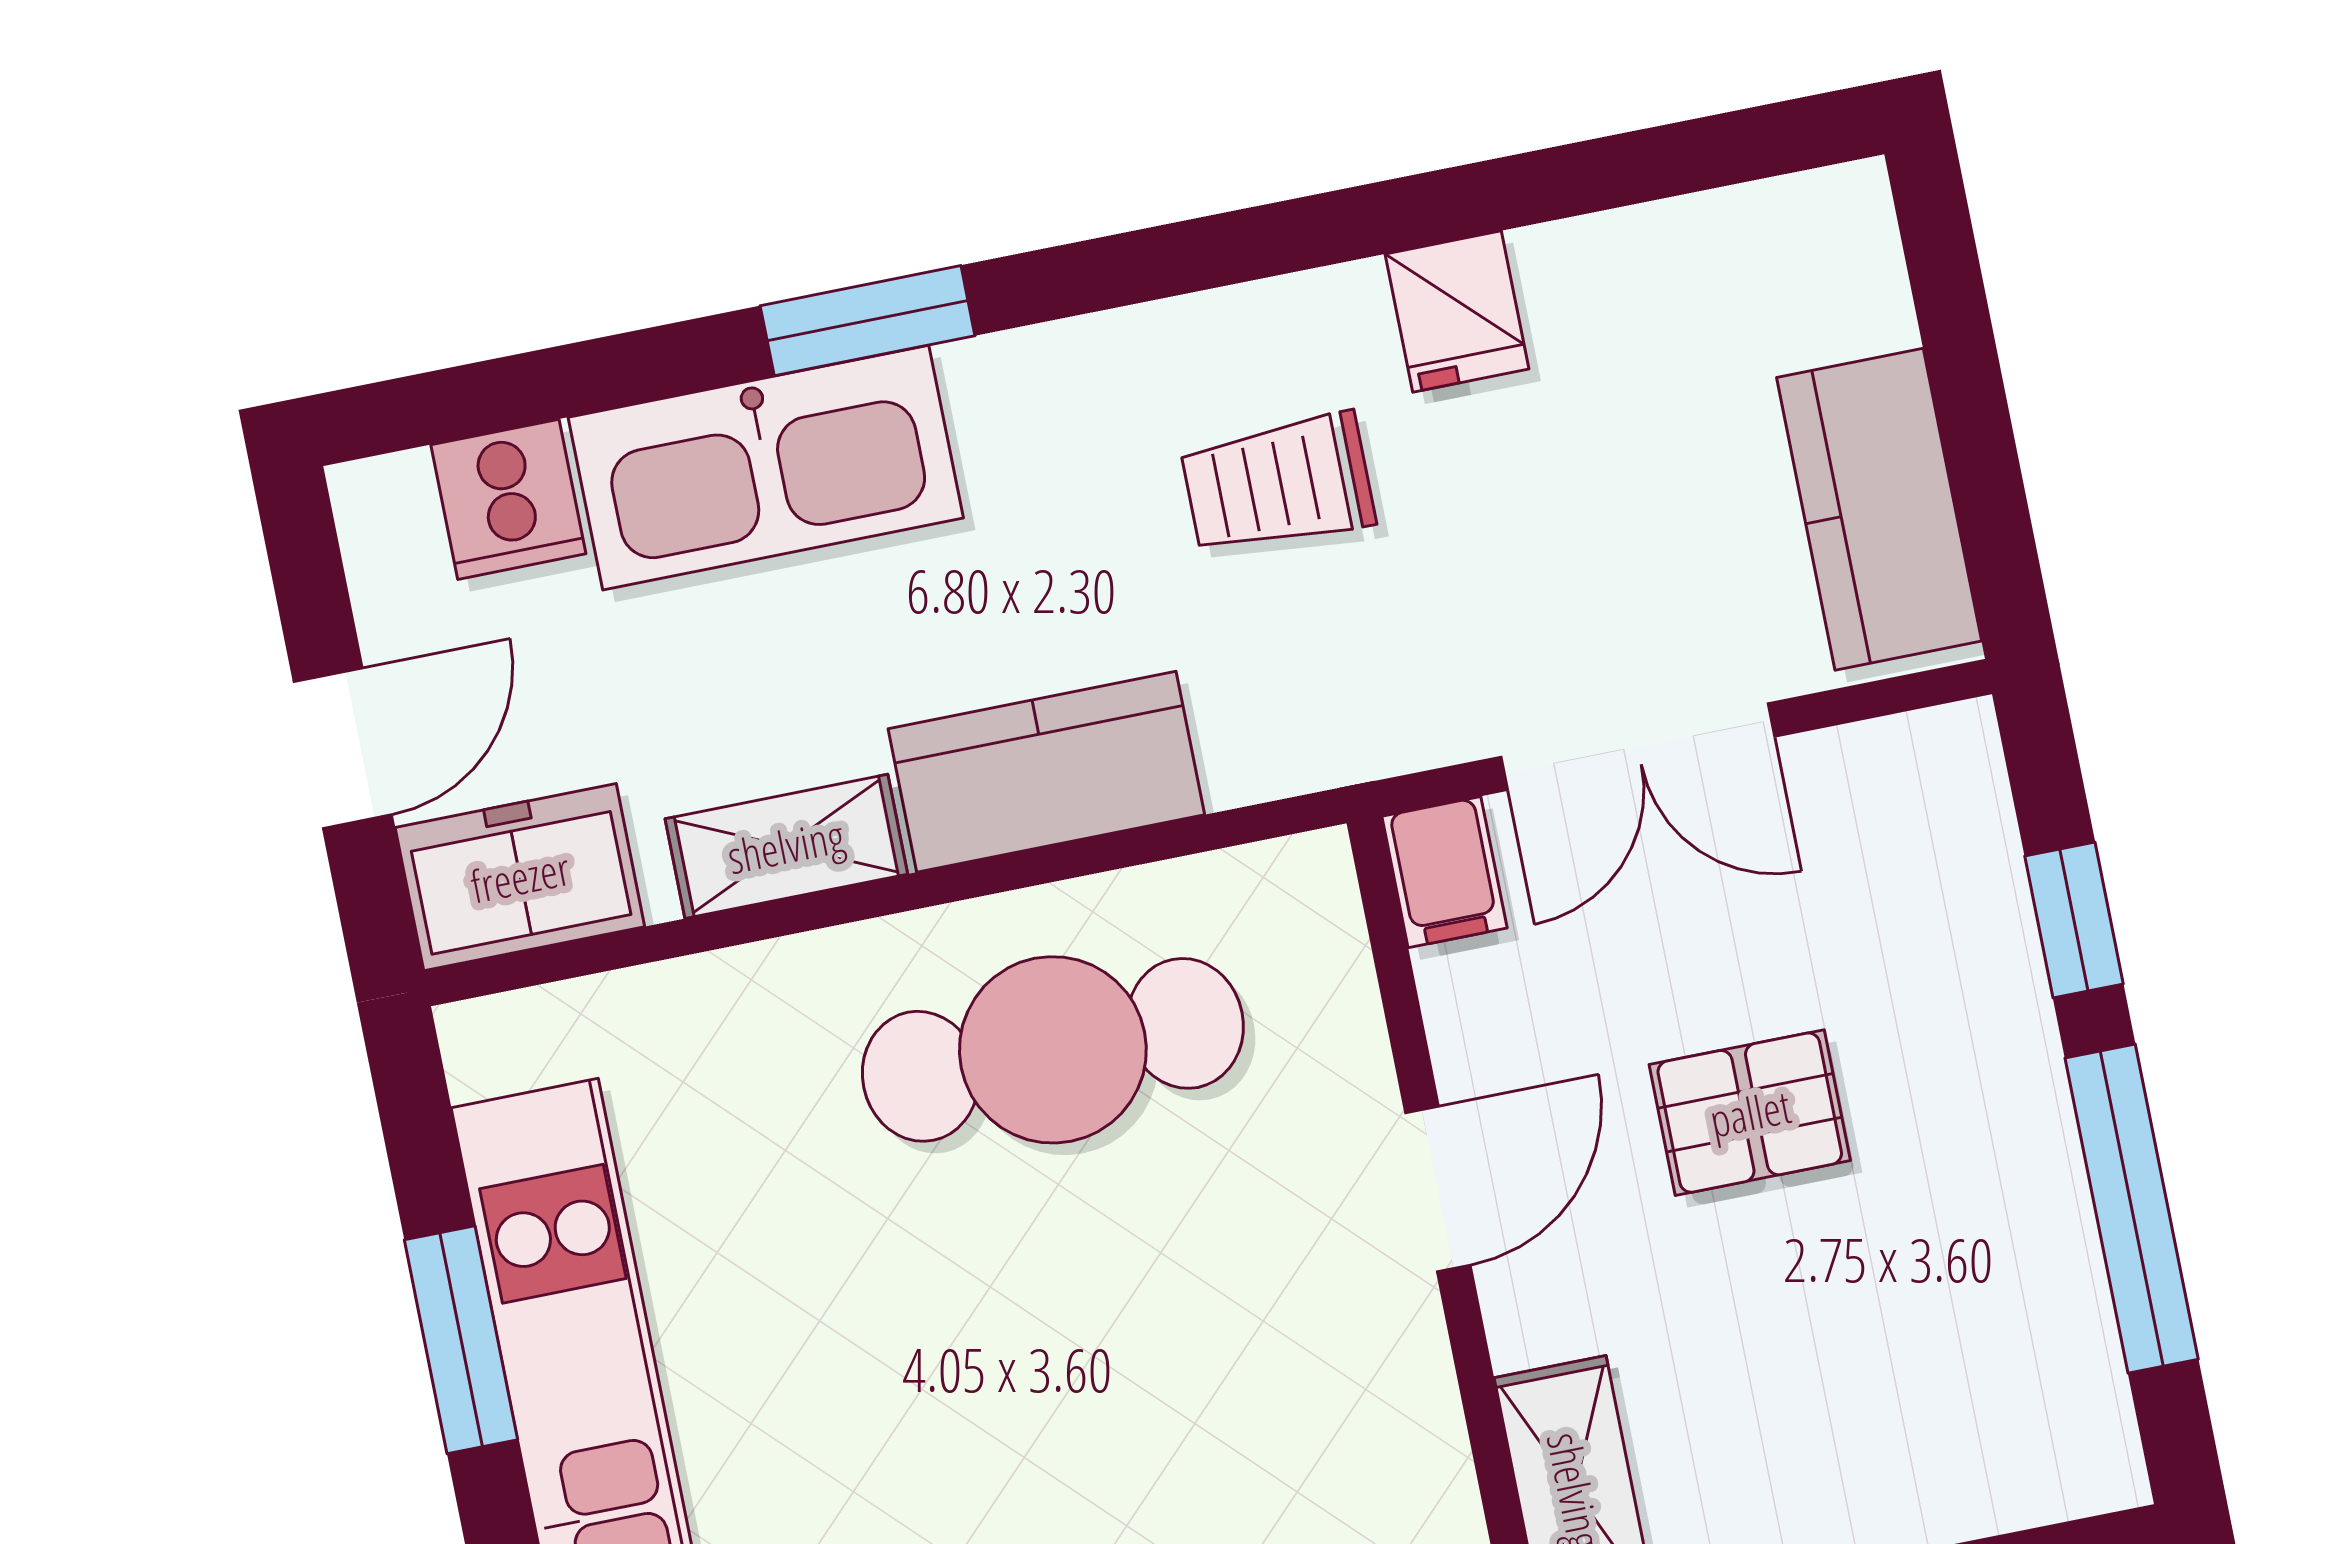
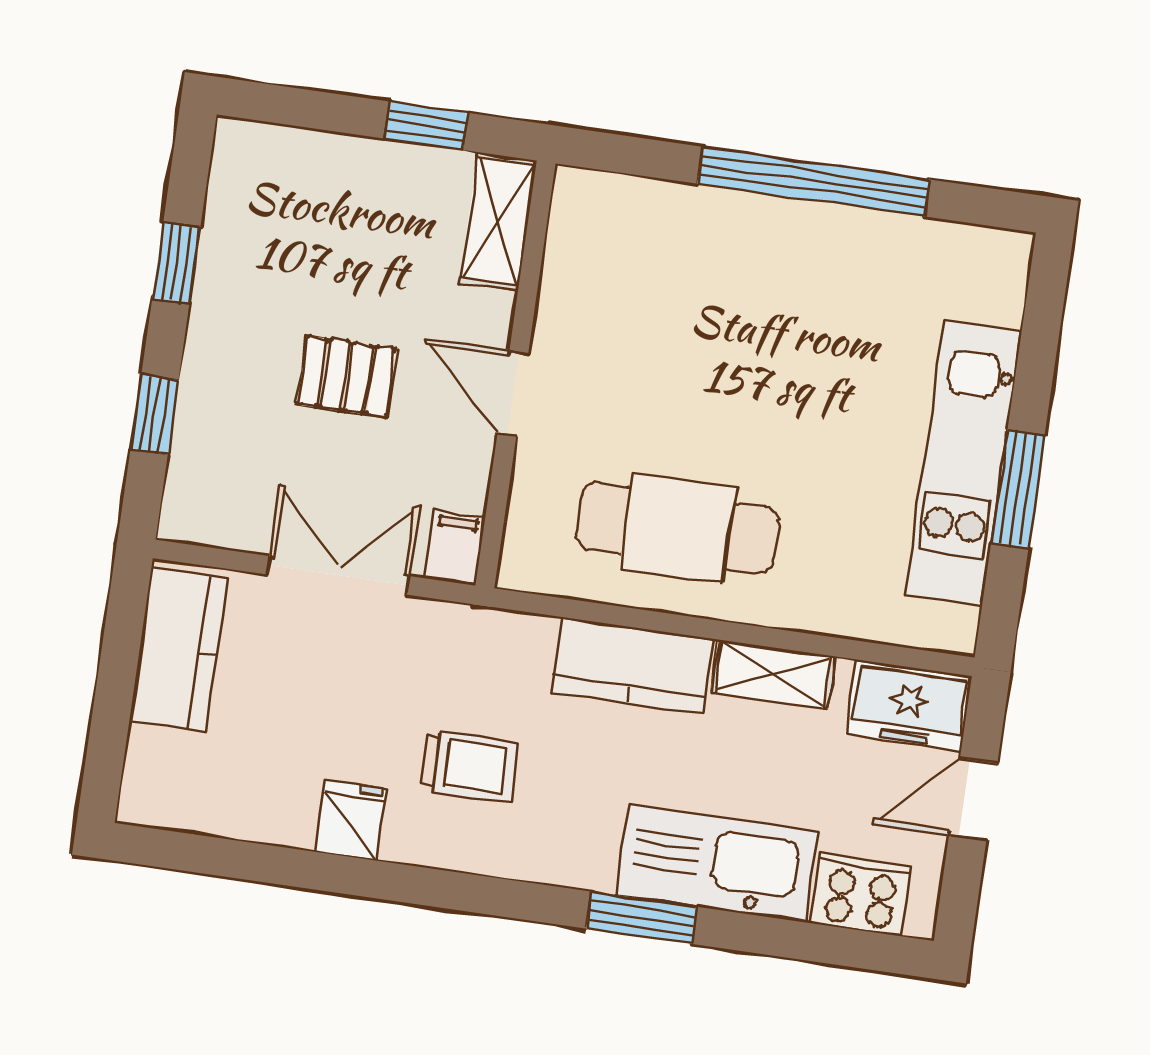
cooker: (508, 499) -> (861, 894), width x1.36
door: (1438, 1189) -> (513, 393), hinge flipped
window: (2132, 1209) -> (176, 263), width x0.46

